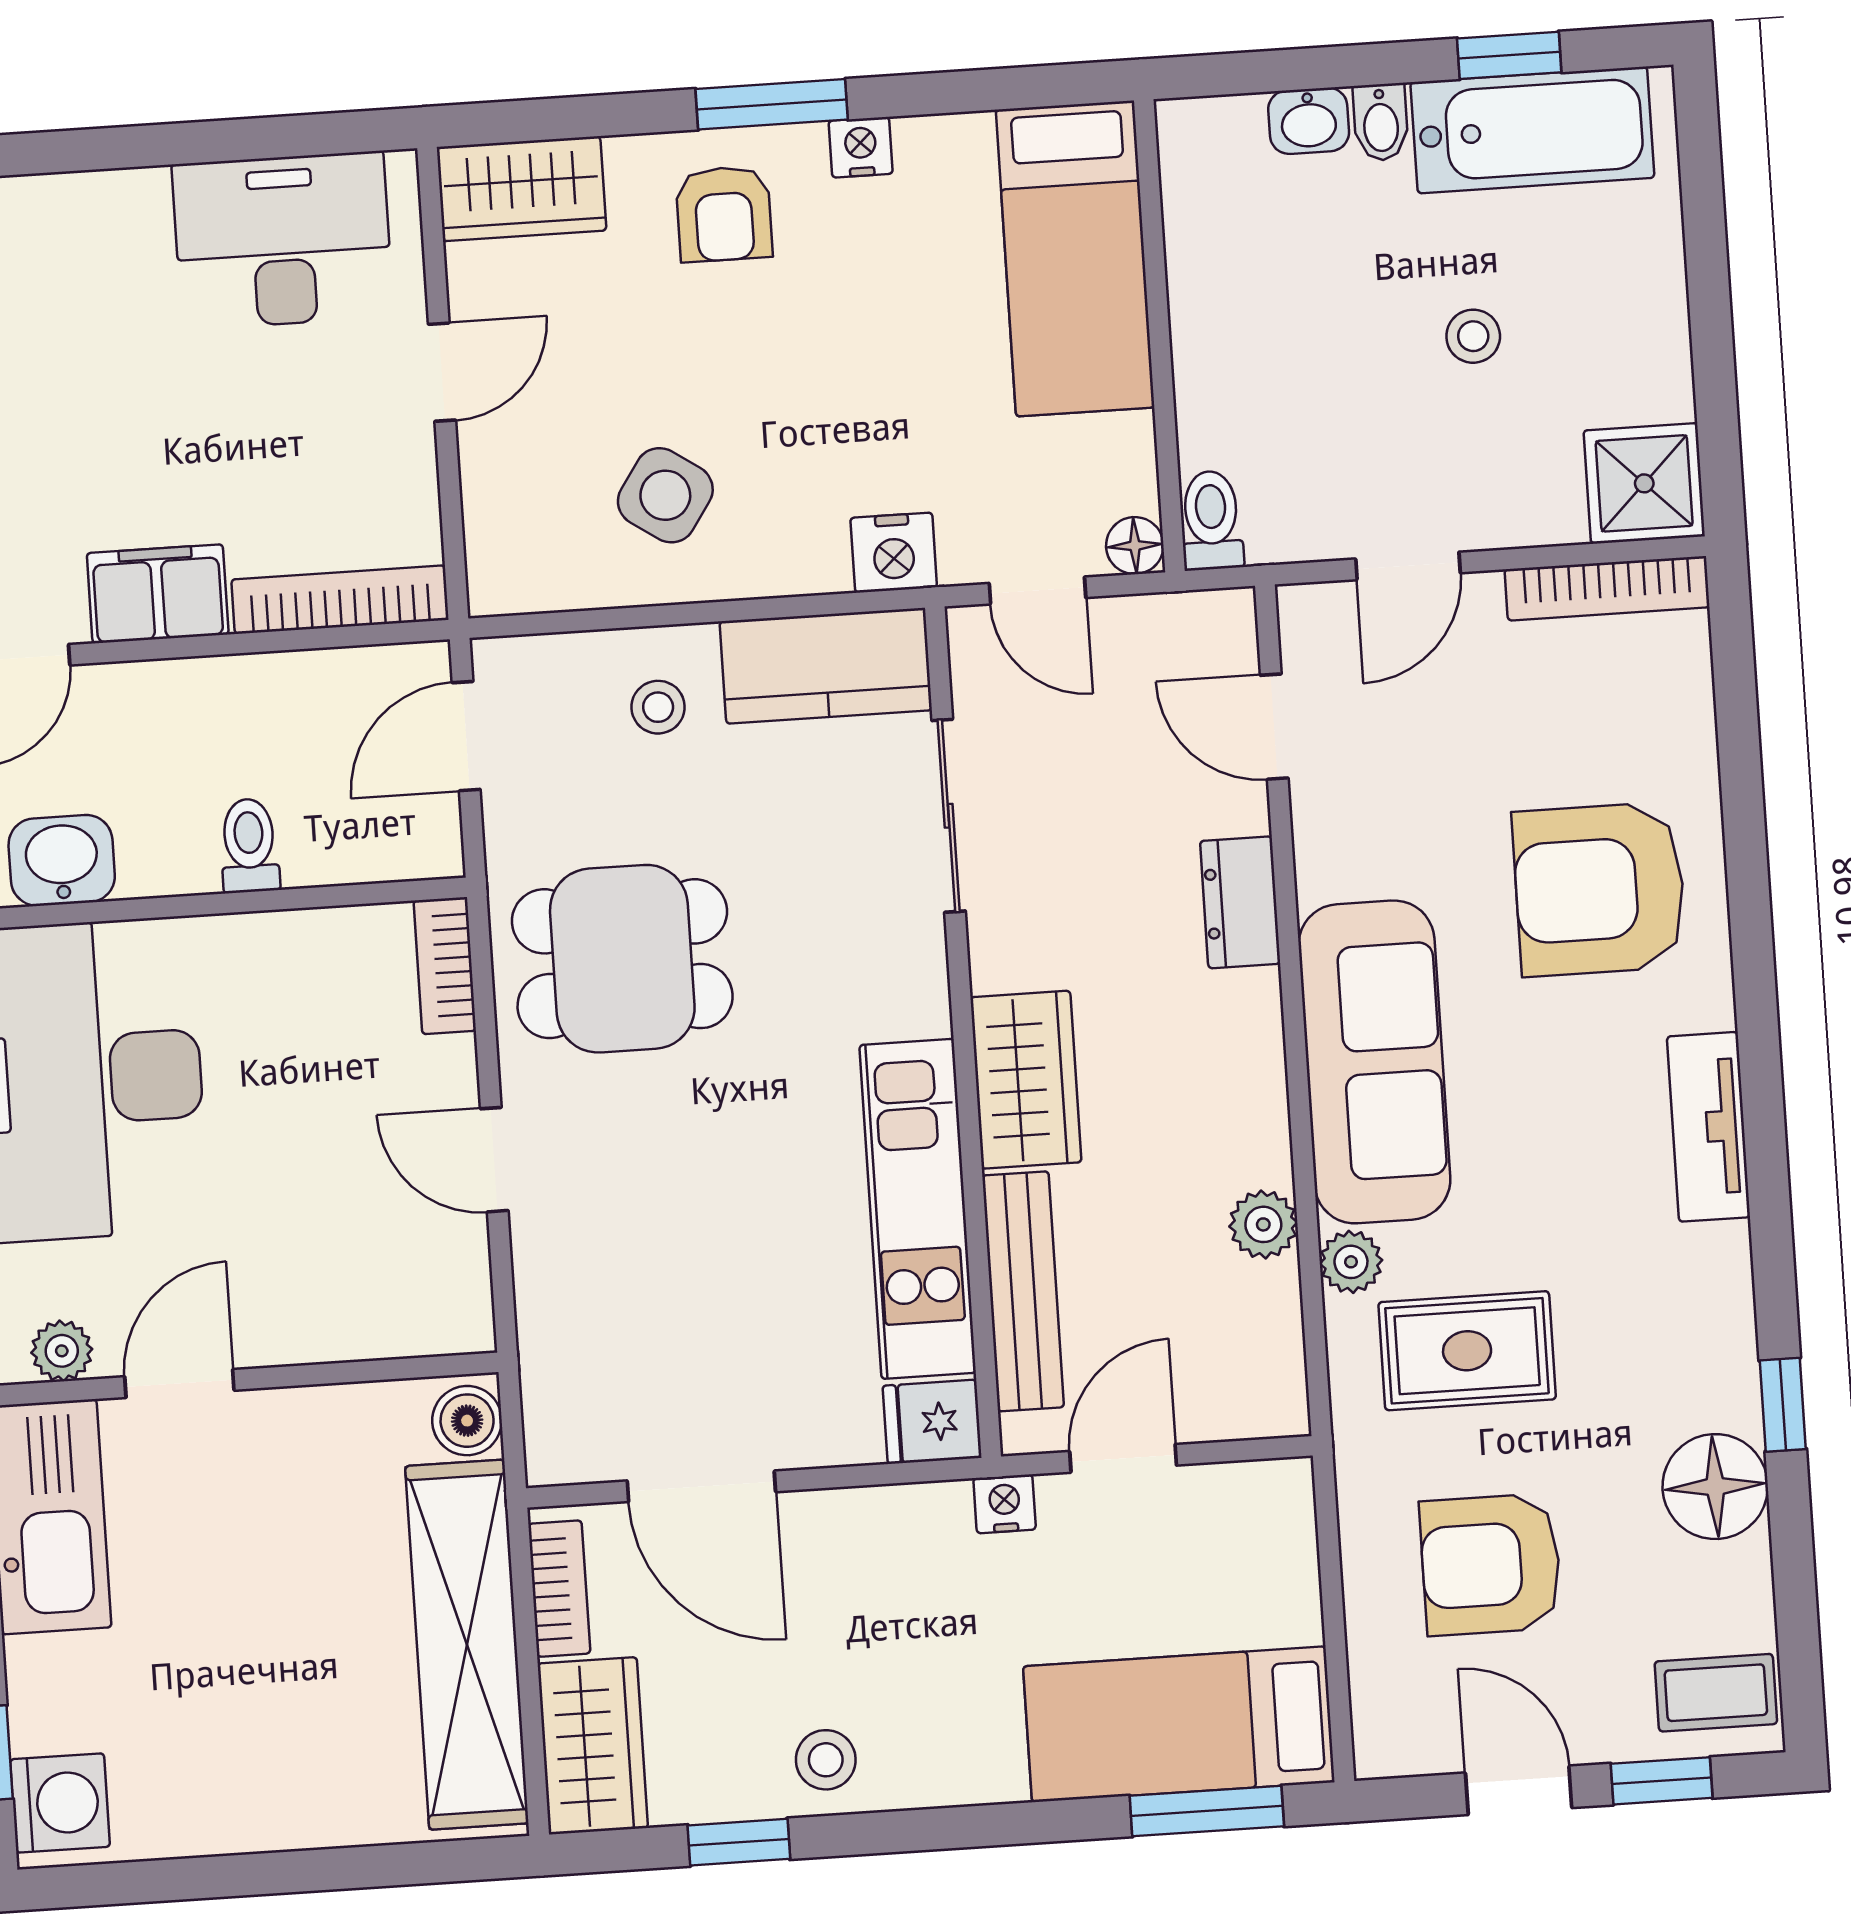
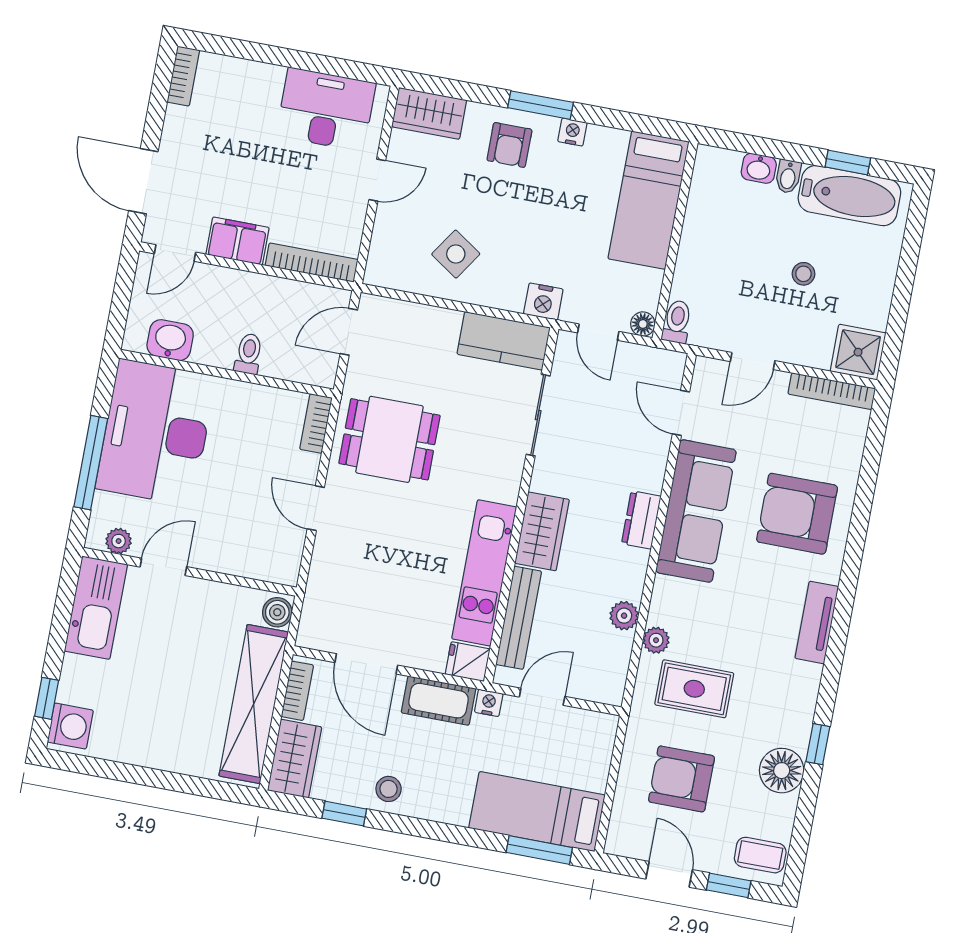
stool: (658, 707) -> (431, 340), removed
dresser: (1240, 902) -> (641, 520), moved
sofa: (1374, 1062) -> (696, 511), moved
cot: (888, 1528) -> (438, 701), added

